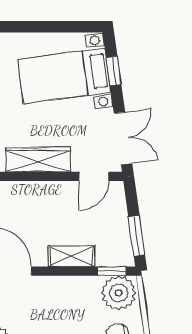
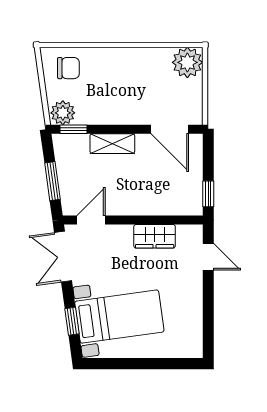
wardrobe: (38, 160) -> (155, 236), width x0.67
window: (137, 236) -> (52, 181), moved
plant: (119, 293) -> (63, 113), width x0.73, depth x0.73

